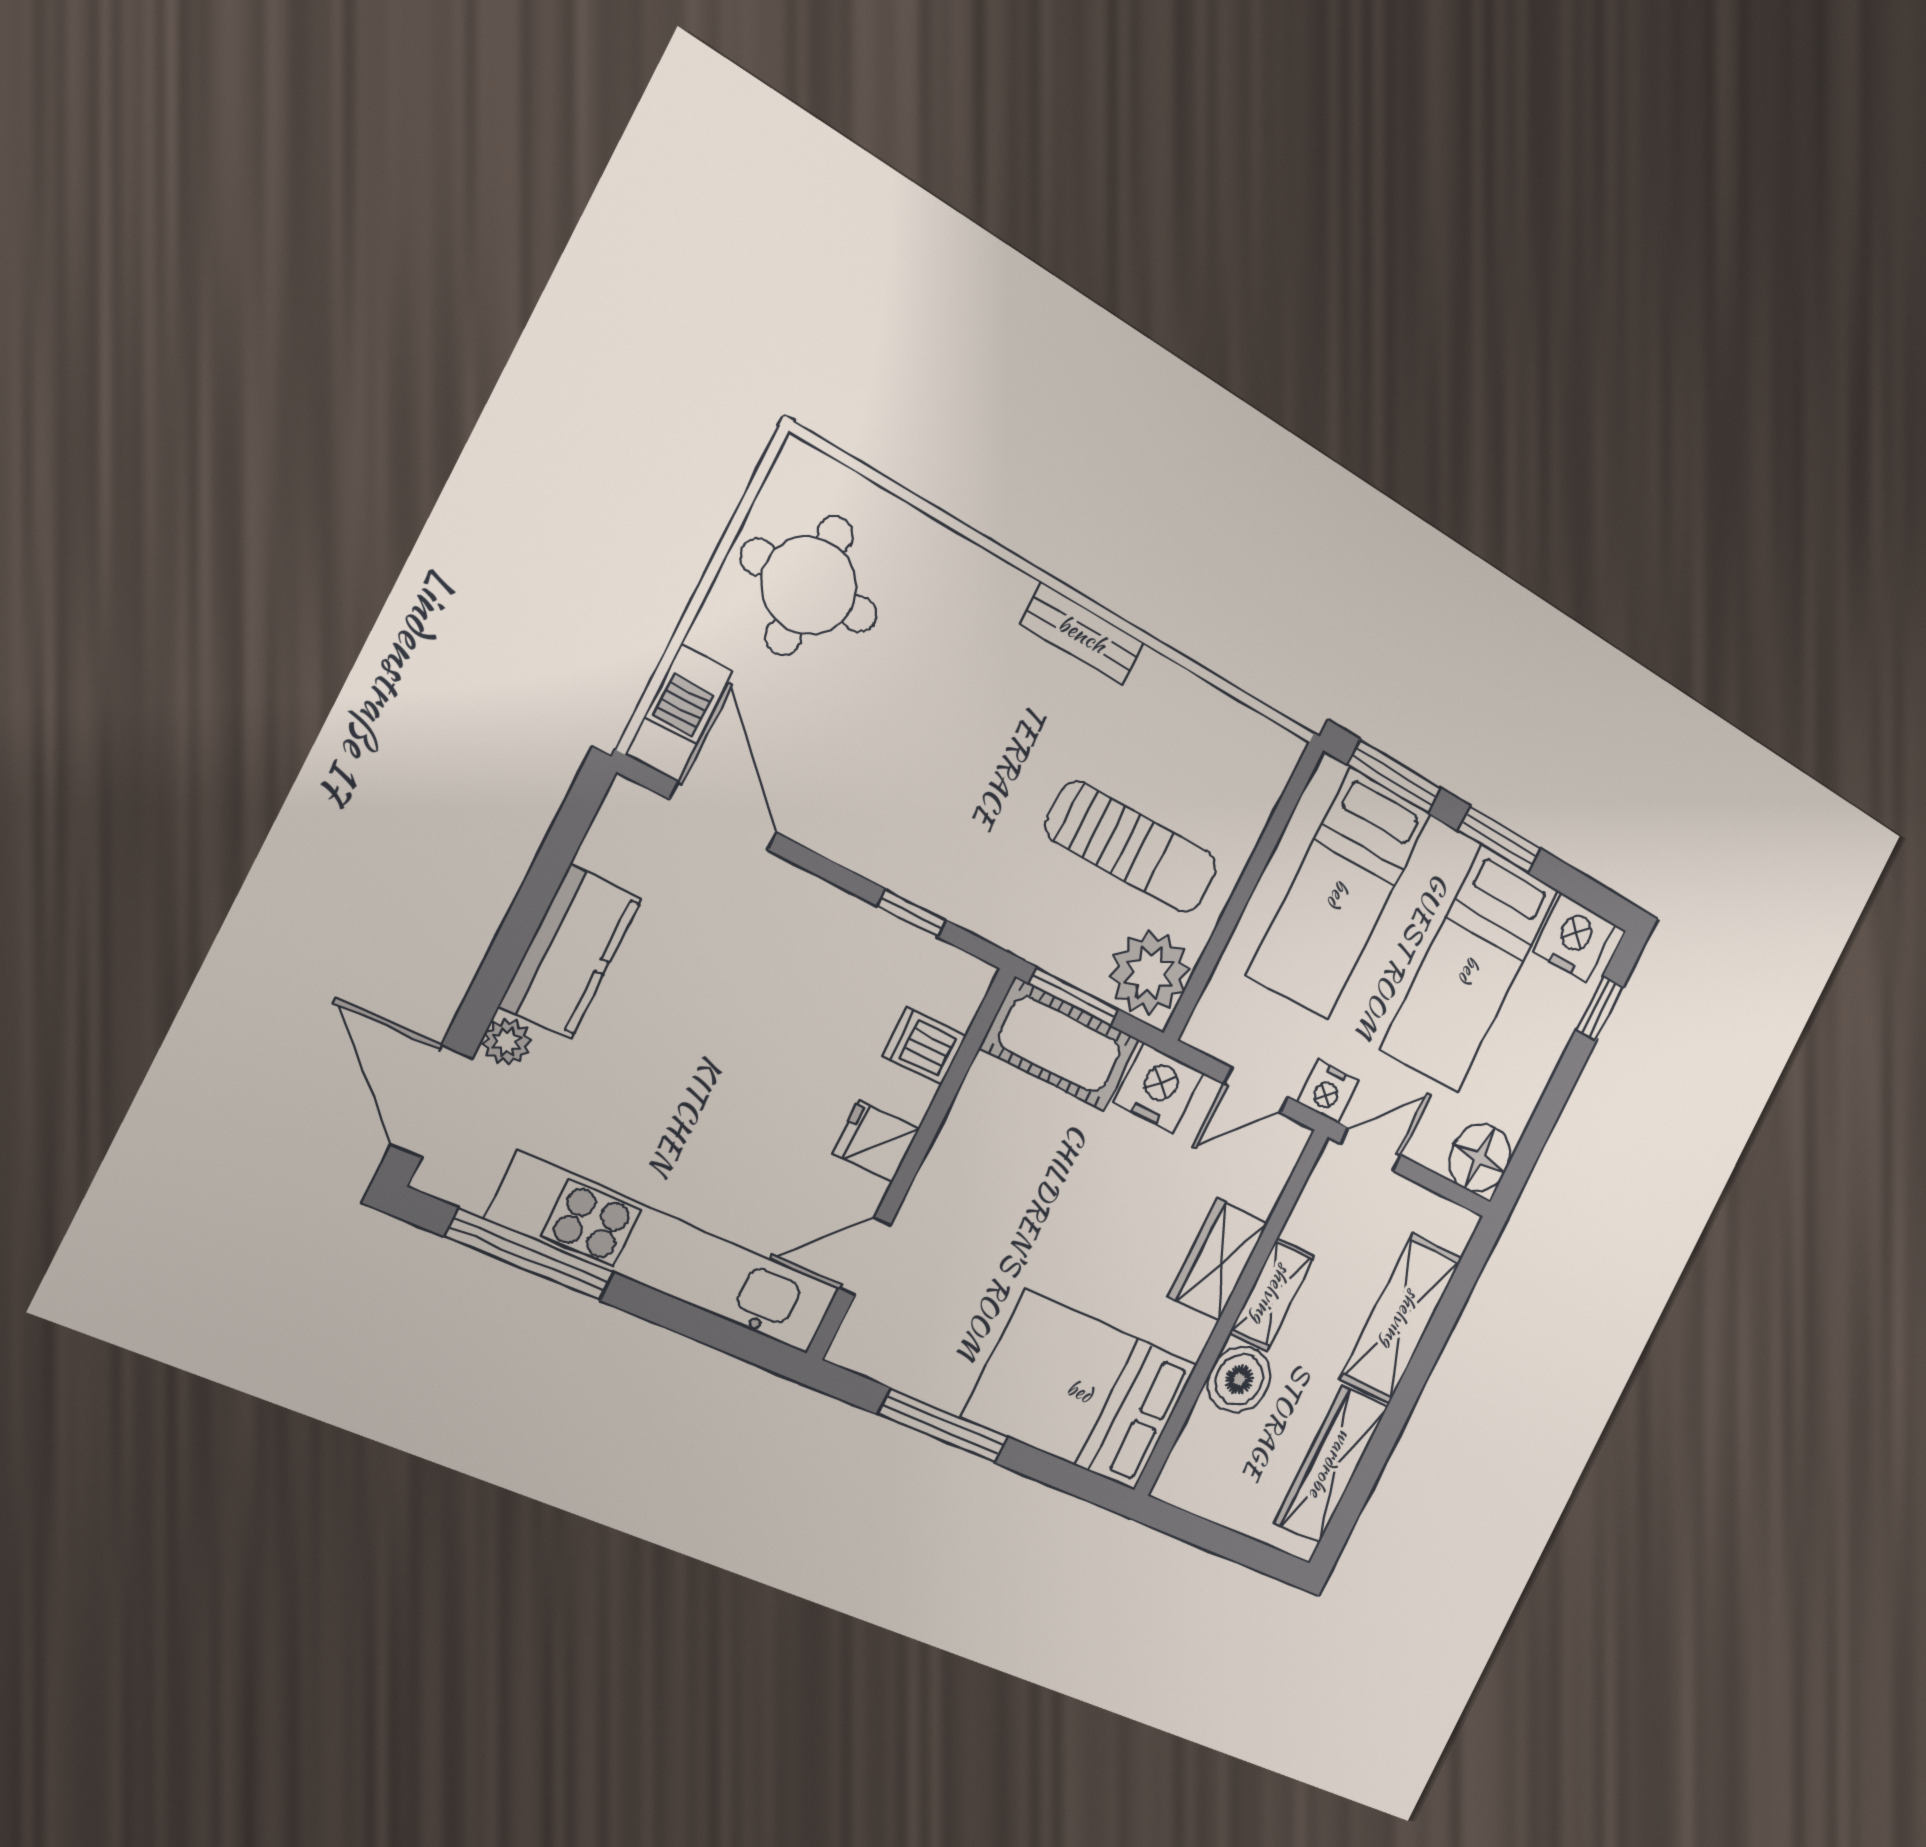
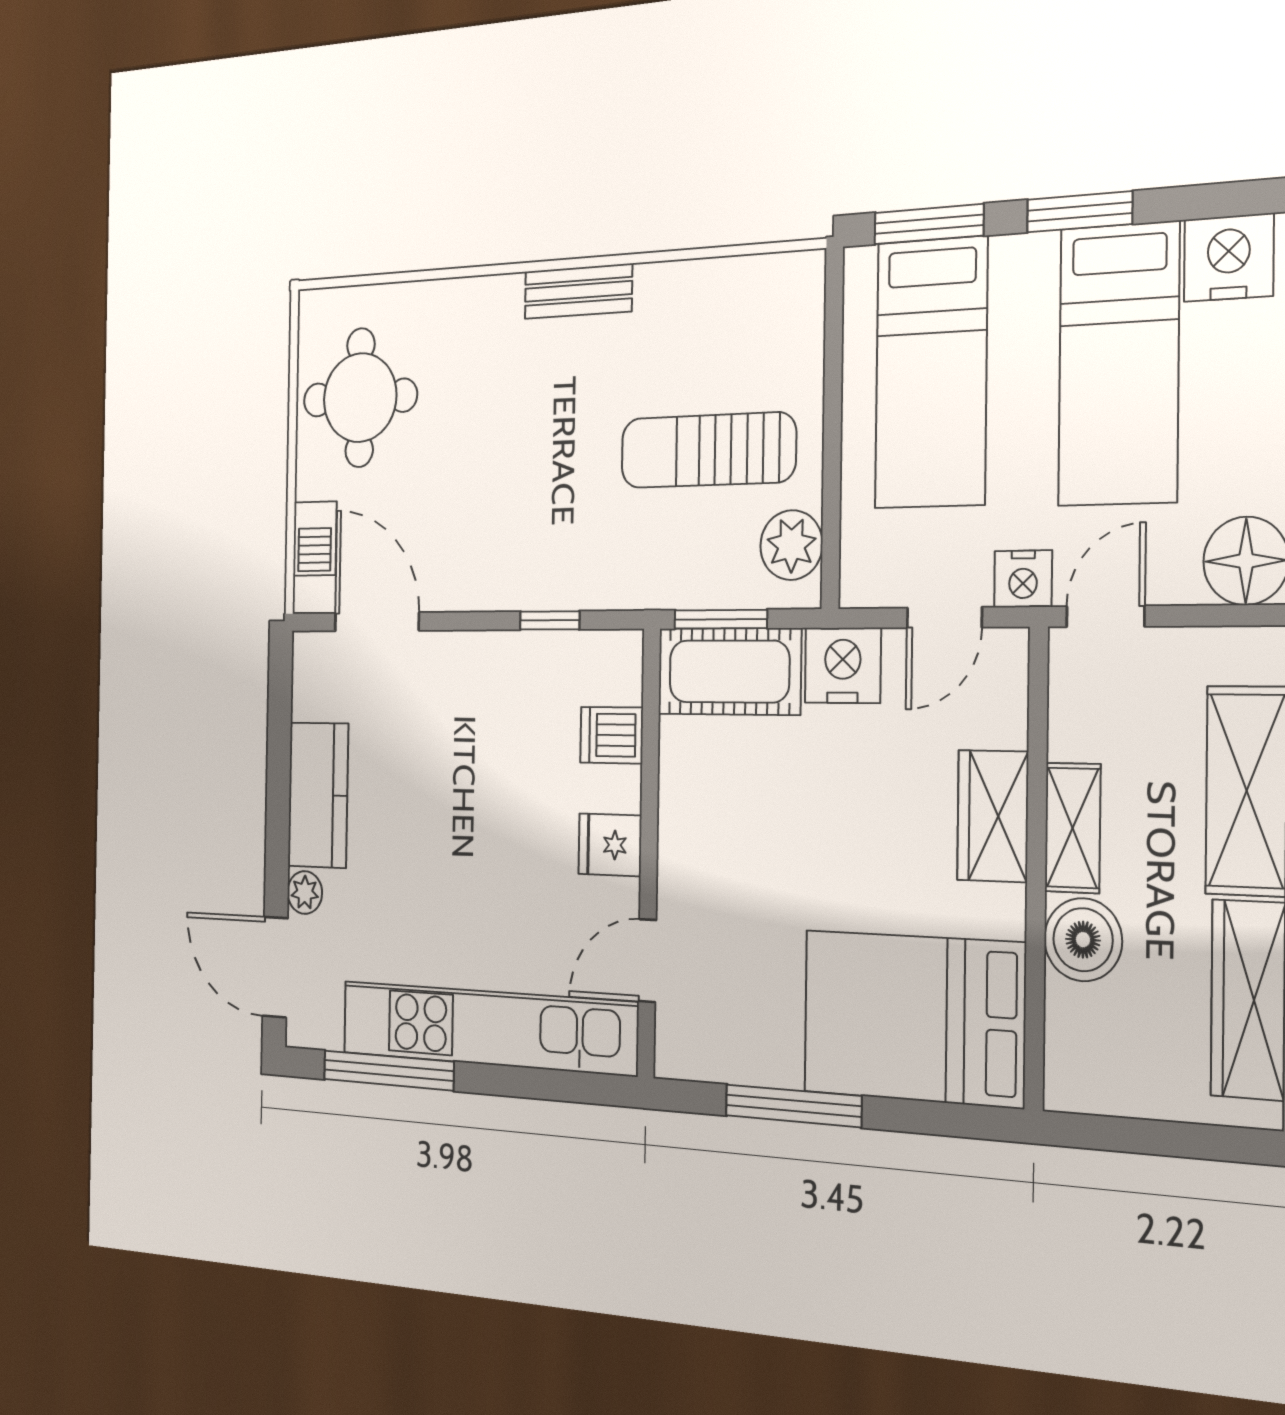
sun lounger: (1132, 847) -> (708, 450), turned 180
plant: (1149, 973) -> (791, 545), width x0.73, depth x0.73

